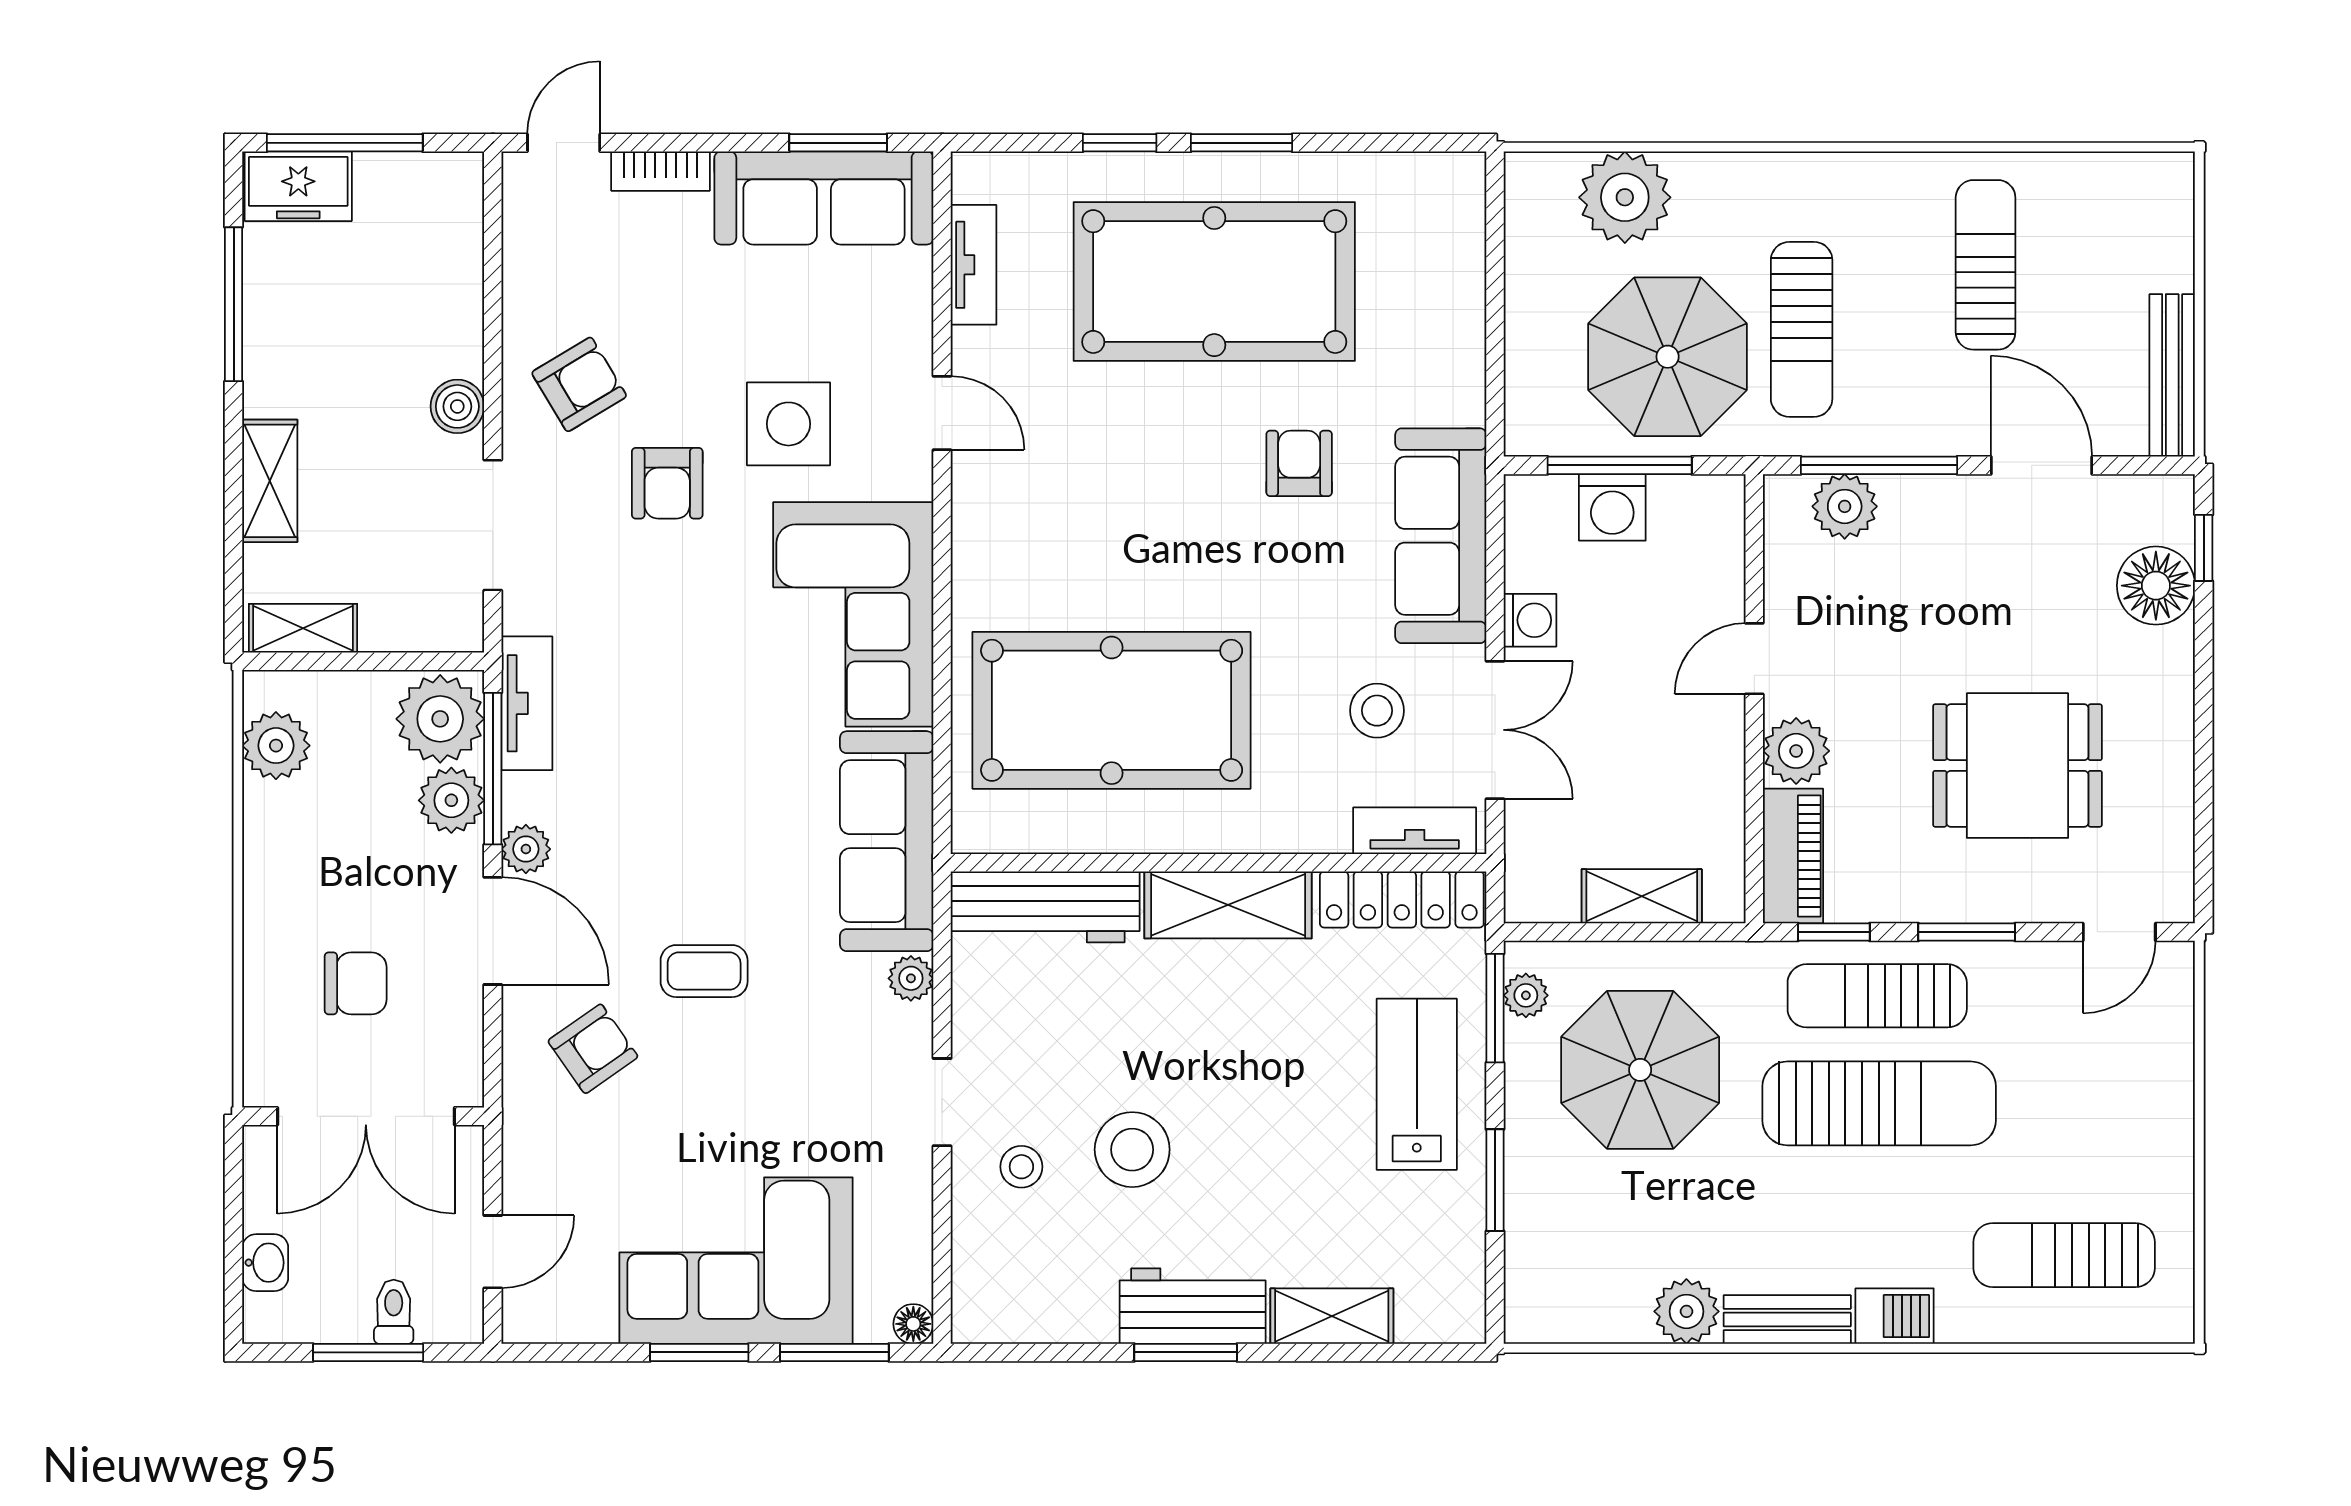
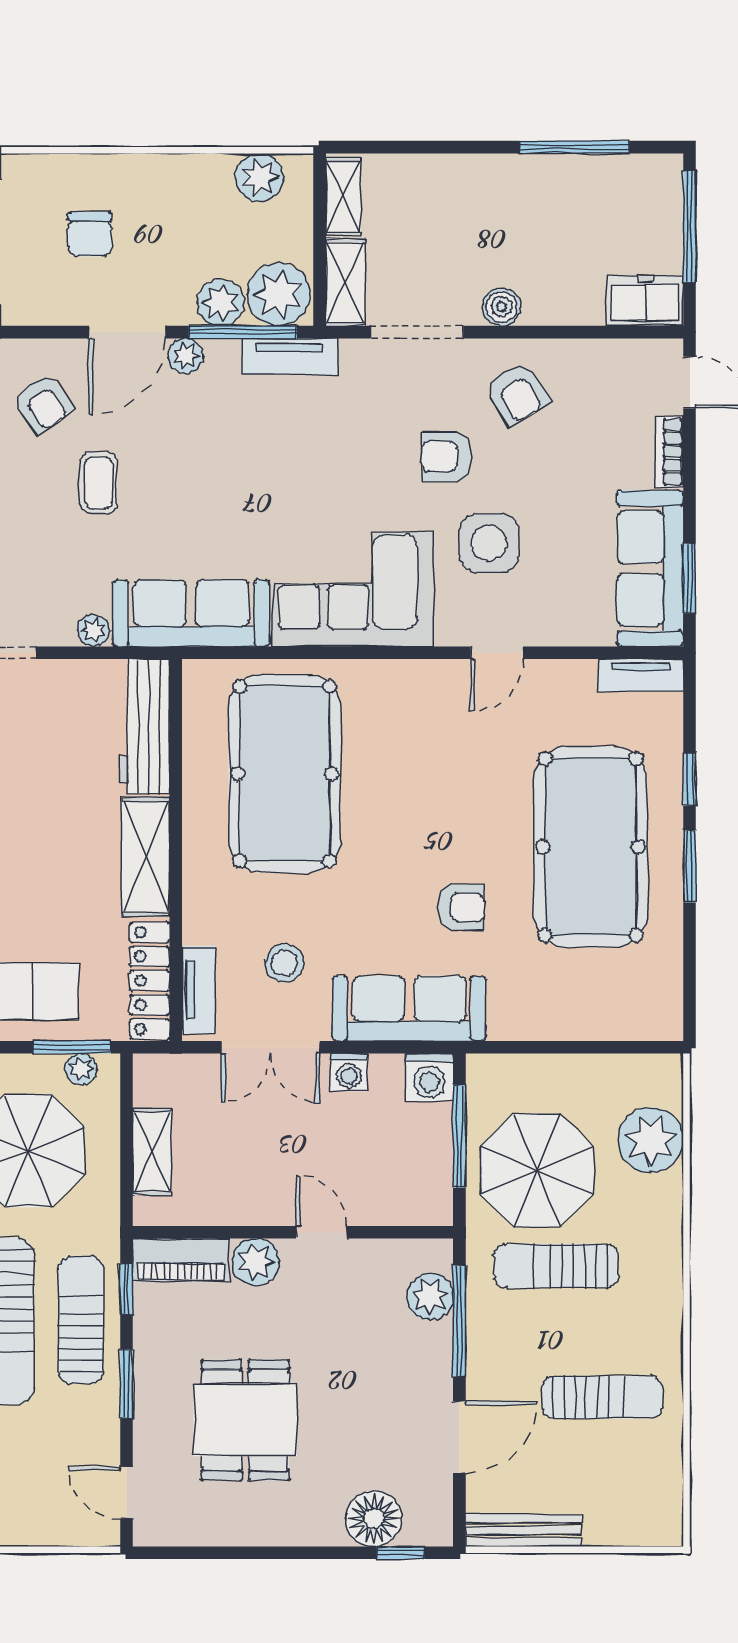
freezer: (298, 186) -> (645, 301), moved, turned 90
tv unit: (974, 265) -> (641, 675), moved
shelving: (270, 481) -> (345, 282), moved, turned 90
washing machine: (1612, 507) -> (429, 1077), moved, turned -90

